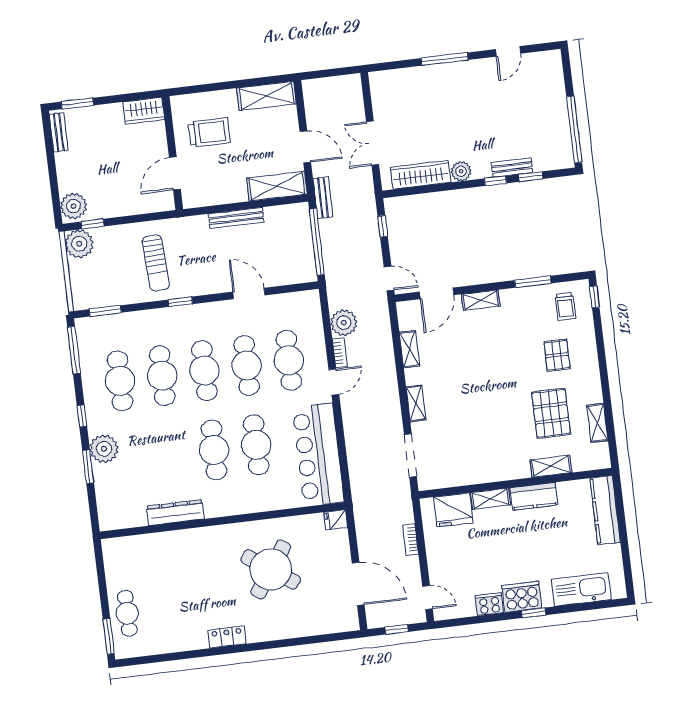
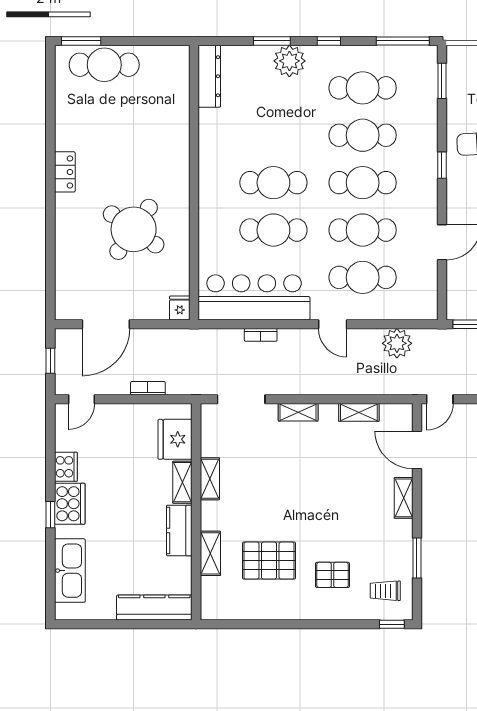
bookcase: (340, 353) -> (261, 335), moved
shelving: (597, 423) -> (210, 479), moved, turned 90
dresser: (175, 513) -> (209, 76), moved
cafe table: (127, 613) -> (104, 65), width x1.37, depth x1.35

